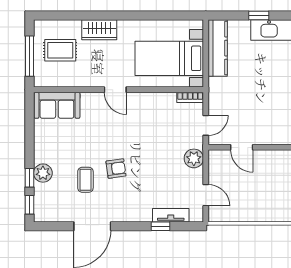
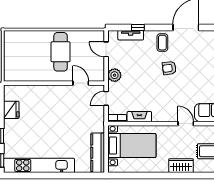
window: (259, 16) -> (69, 176), removed
door: (115, 90) -> (186, 124), moved
fireplace: (158, 99) -> (139, 117), added
coffee table: (85, 180) -> (162, 43), moved
cafe table: (271, 192) -> (61, 52), added

